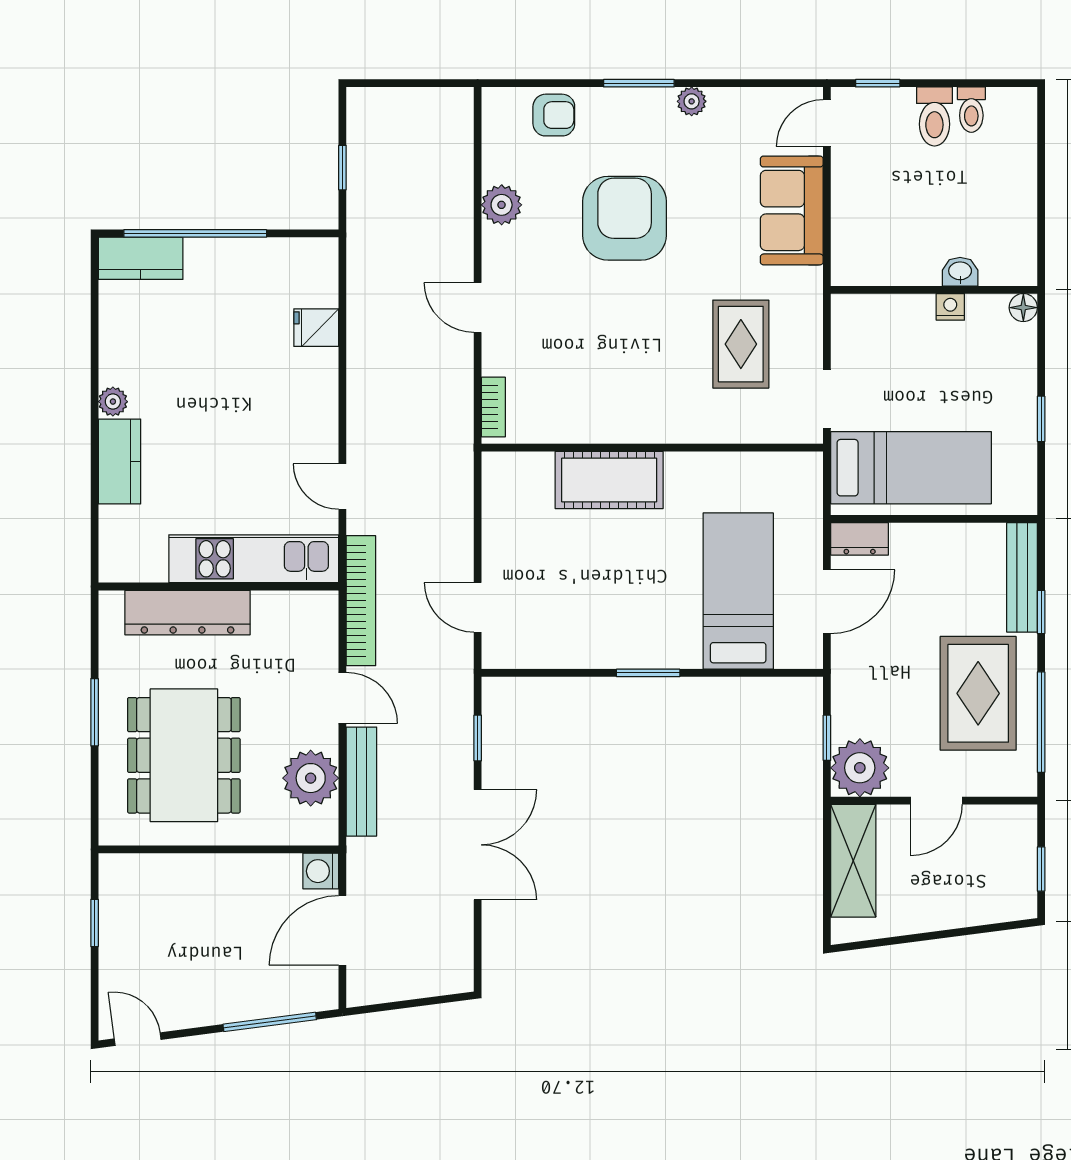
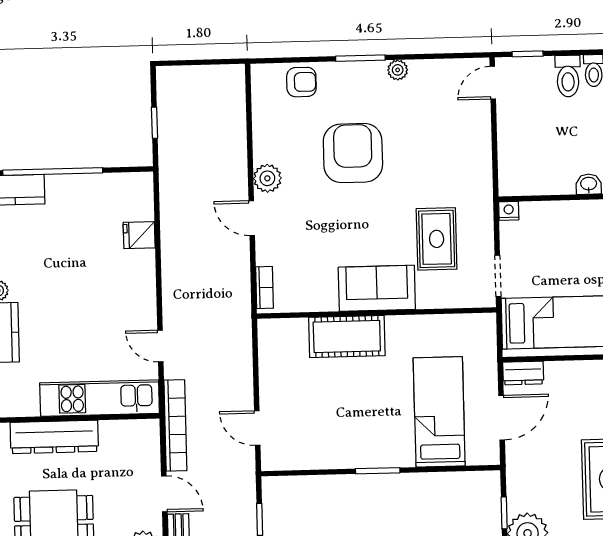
plant: (502, 205) -> (267, 178), moved
sofa: (792, 210) -> (377, 288), moved, turned 90
nightstand: (950, 307) -> (509, 211), moved

